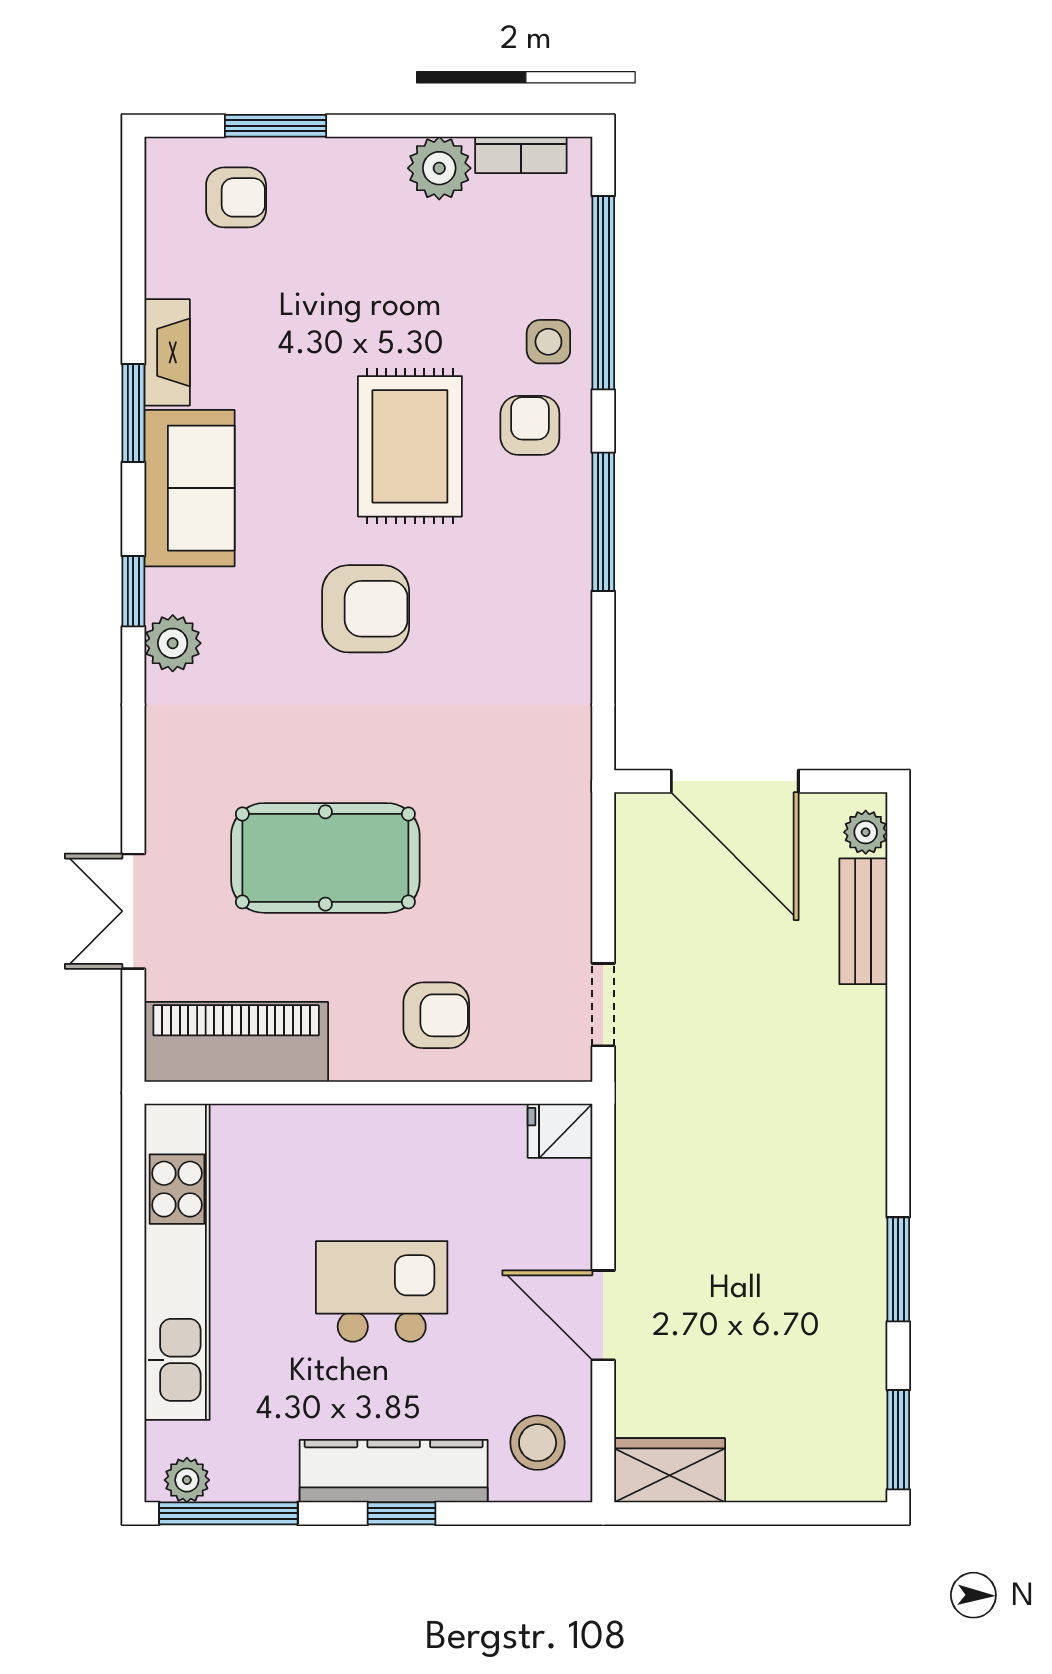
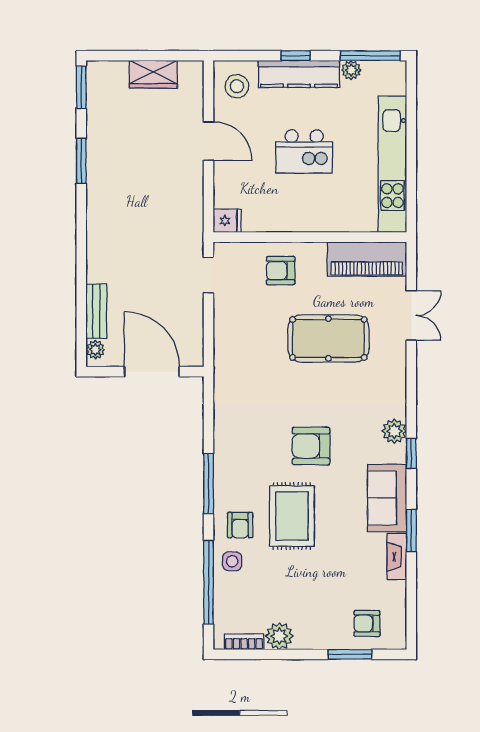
wardrobe: (670, 1470) -> (153, 74), moved
plant: (187, 1480) -> (351, 70), moved

